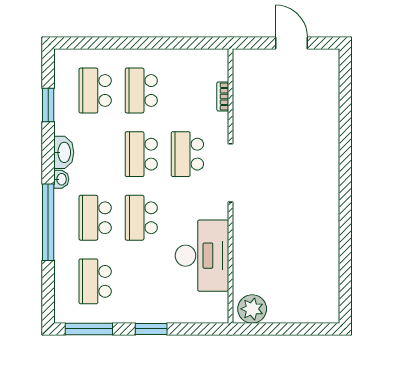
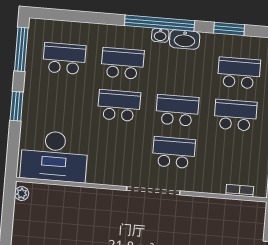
bookcase: (223, 96) -> (240, 191), moved
window: (48, 222) -> (160, 23), moved
desk: (202, 256) -> (54, 156), moved
plant: (252, 309) -> (22, 194), width x0.53, depth x0.53

